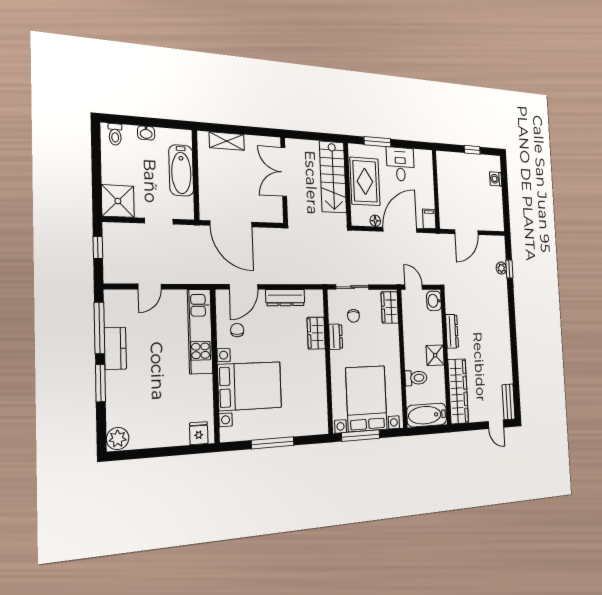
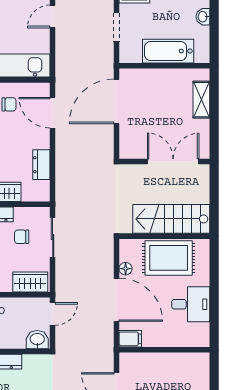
window: (377, 142) -> (214, 276), removed
door: (150, 287) -> (53, 16), hinge flipped
dresser: (285, 298) -> (41, 165), width x0.70

